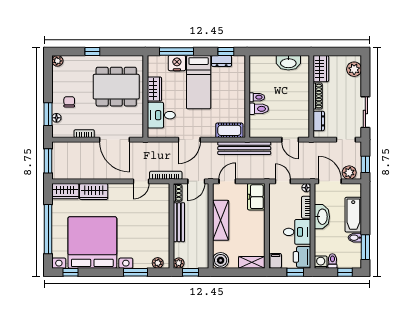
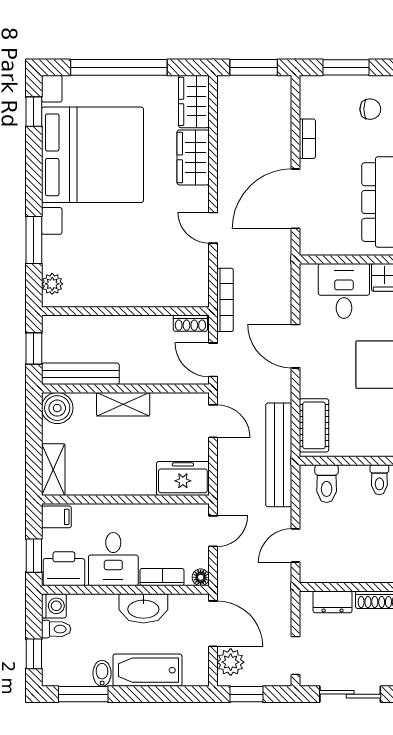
toilet: (259, 109) -> (327, 484), moved
floor lamp: (56, 118) -> (339, 84), removed
door: (141, 181) -> (213, 228), moved
door: (330, 181) -> (213, 624), hinge flipped
shelving: (221, 220) -> (123, 404), width x0.67, depth x0.75
bench: (179, 222) -> (80, 374), moved
plant: (179, 263) -> (52, 325), removed

